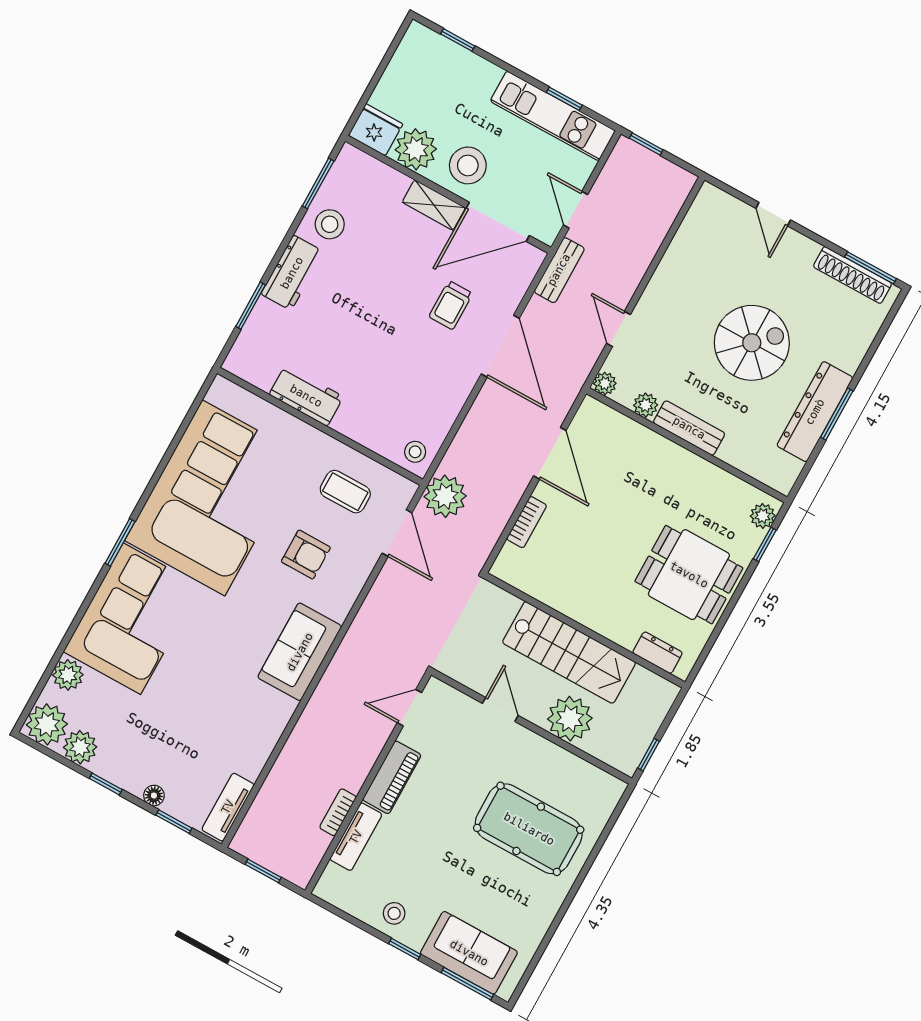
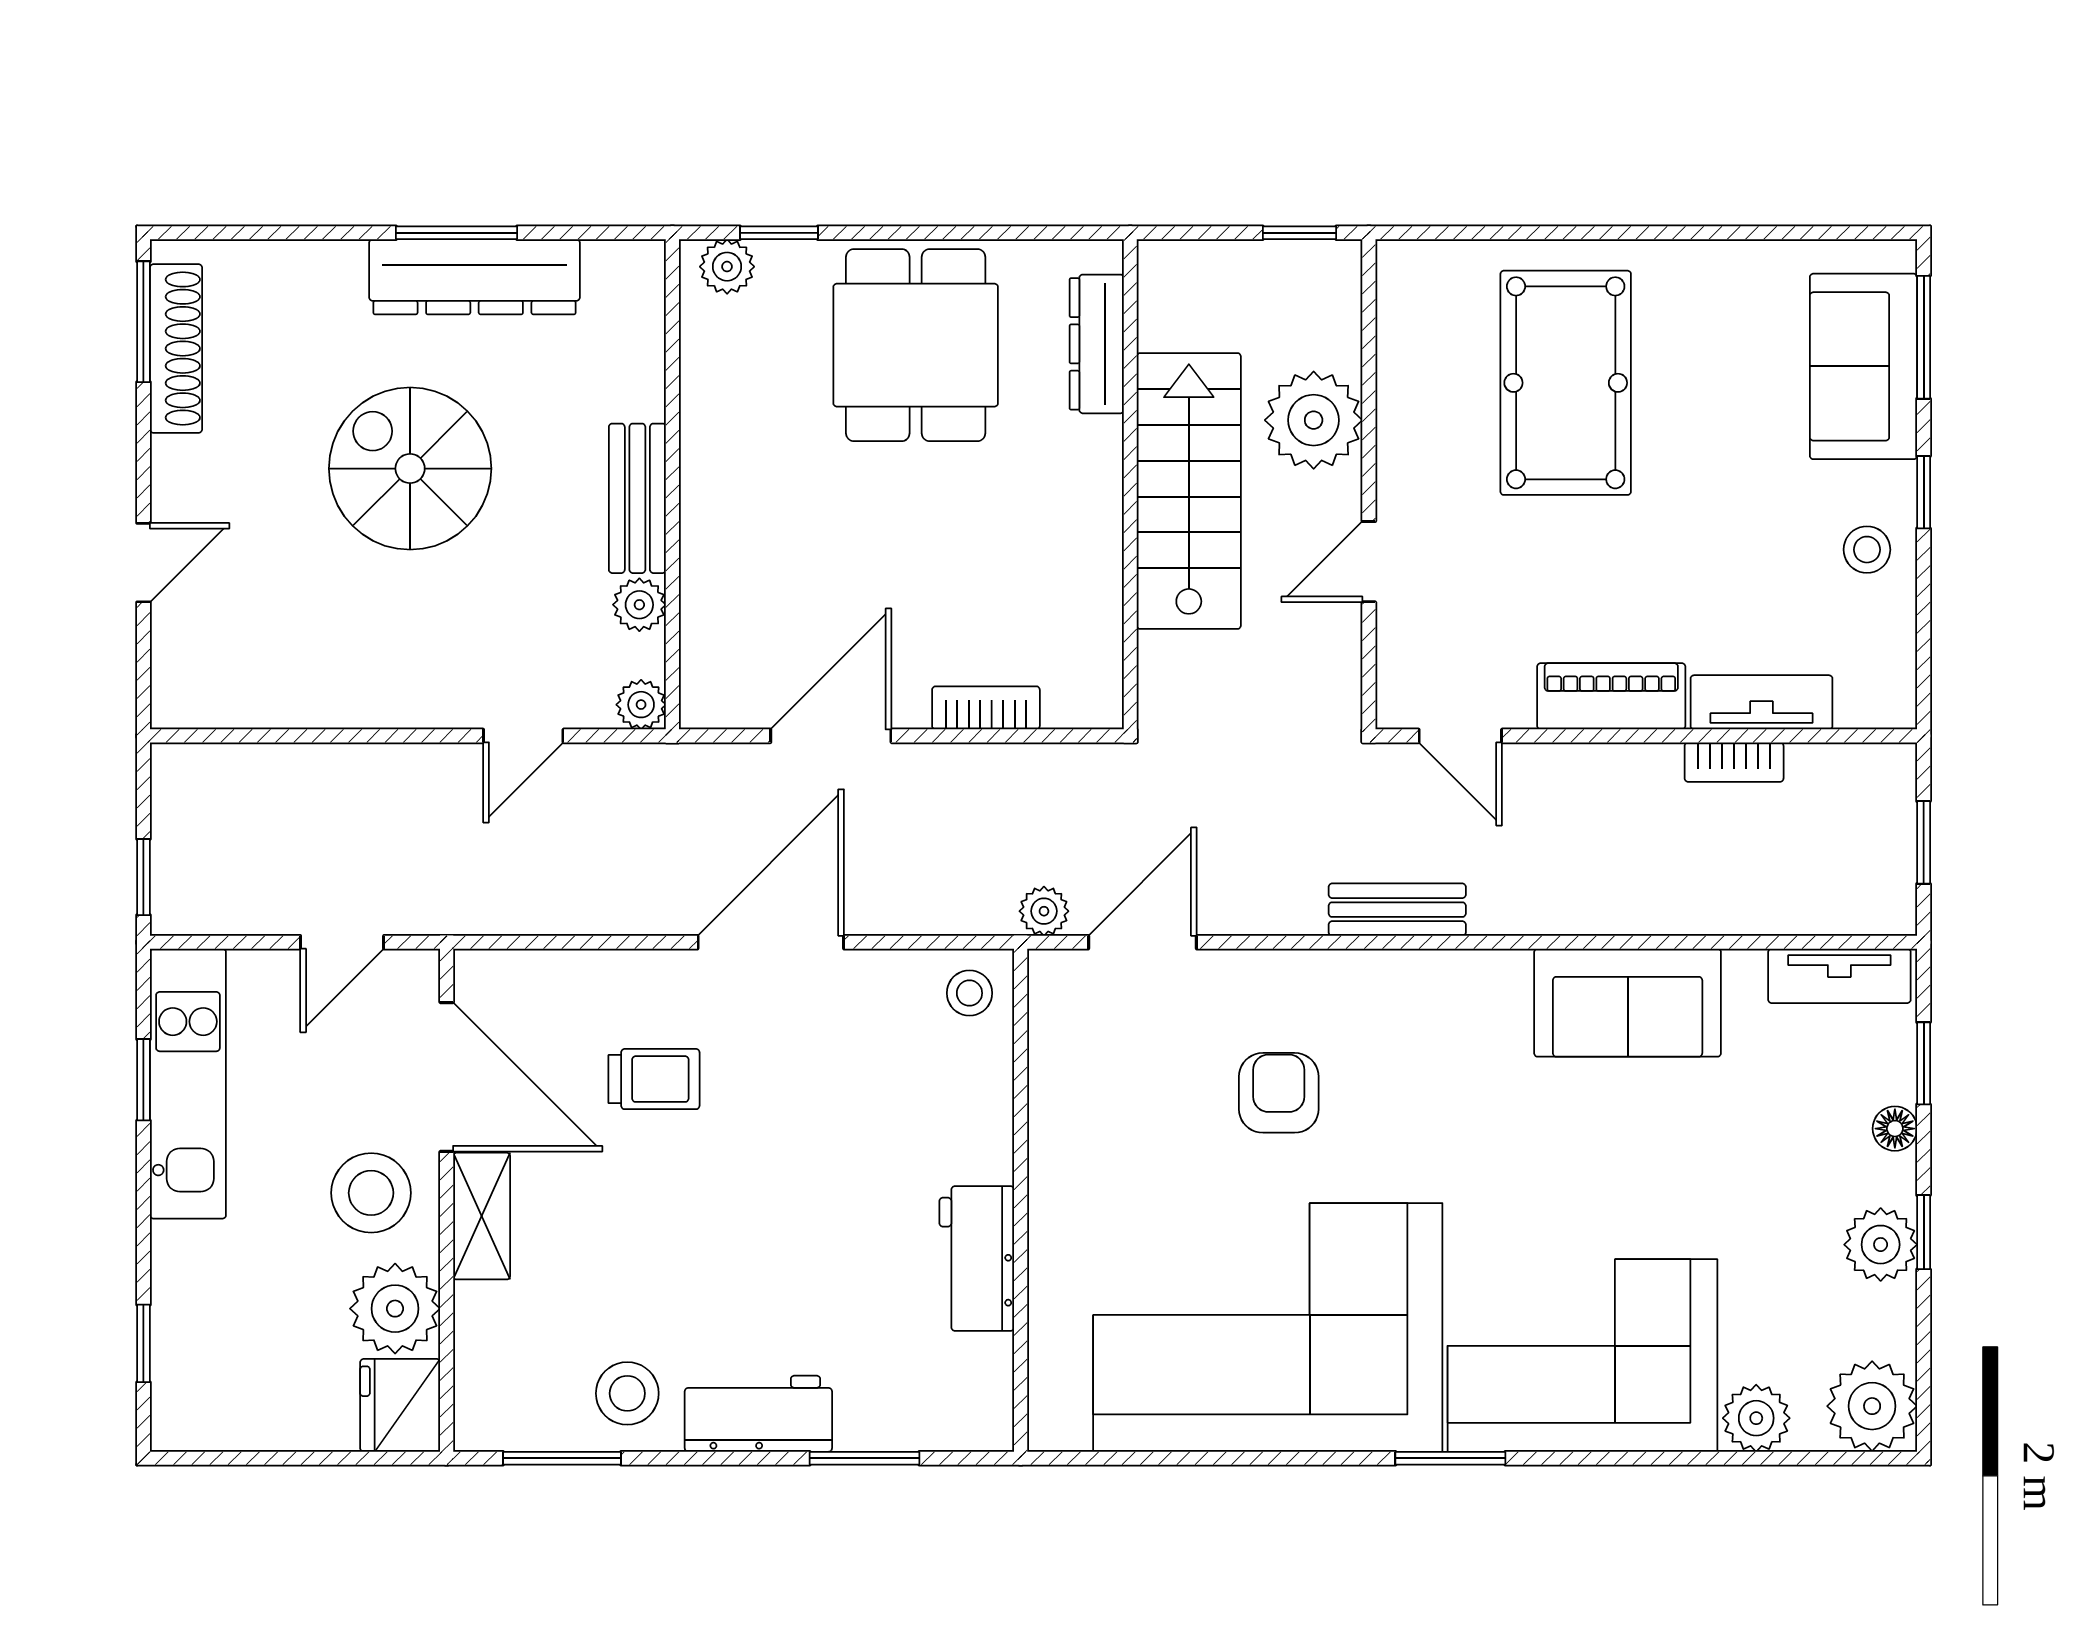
bench: (559, 270) -> (1397, 910), moved
door: (500, 346) -> (771, 942), moved
coffee table: (345, 492) -> (1118, 1084), removed
plant: (445, 496) -> (1044, 911), width x0.53, depth x0.53
sofa: (300, 652) -> (1628, 1003), moved
dresser: (658, 653) -> (1097, 344), width x1.44
plant: (80, 747) -> (1881, 1245), moved

